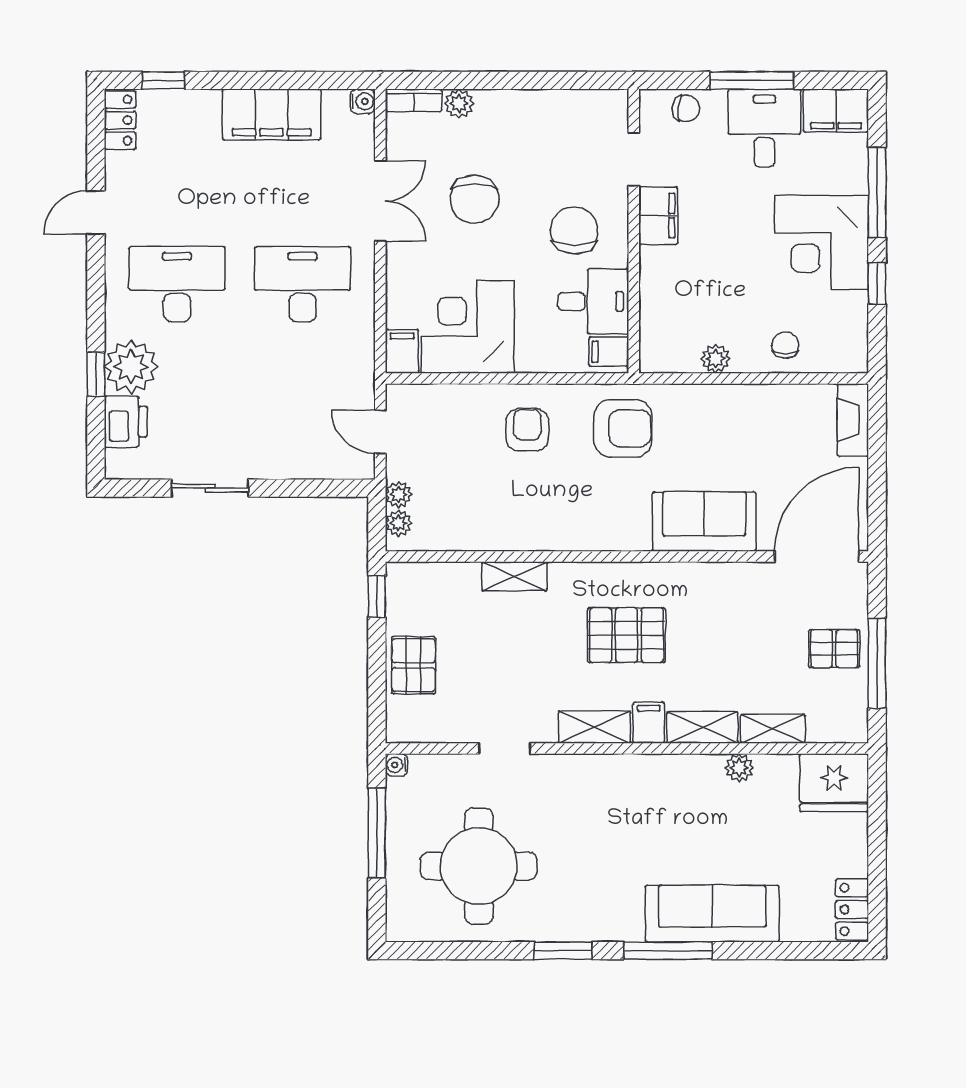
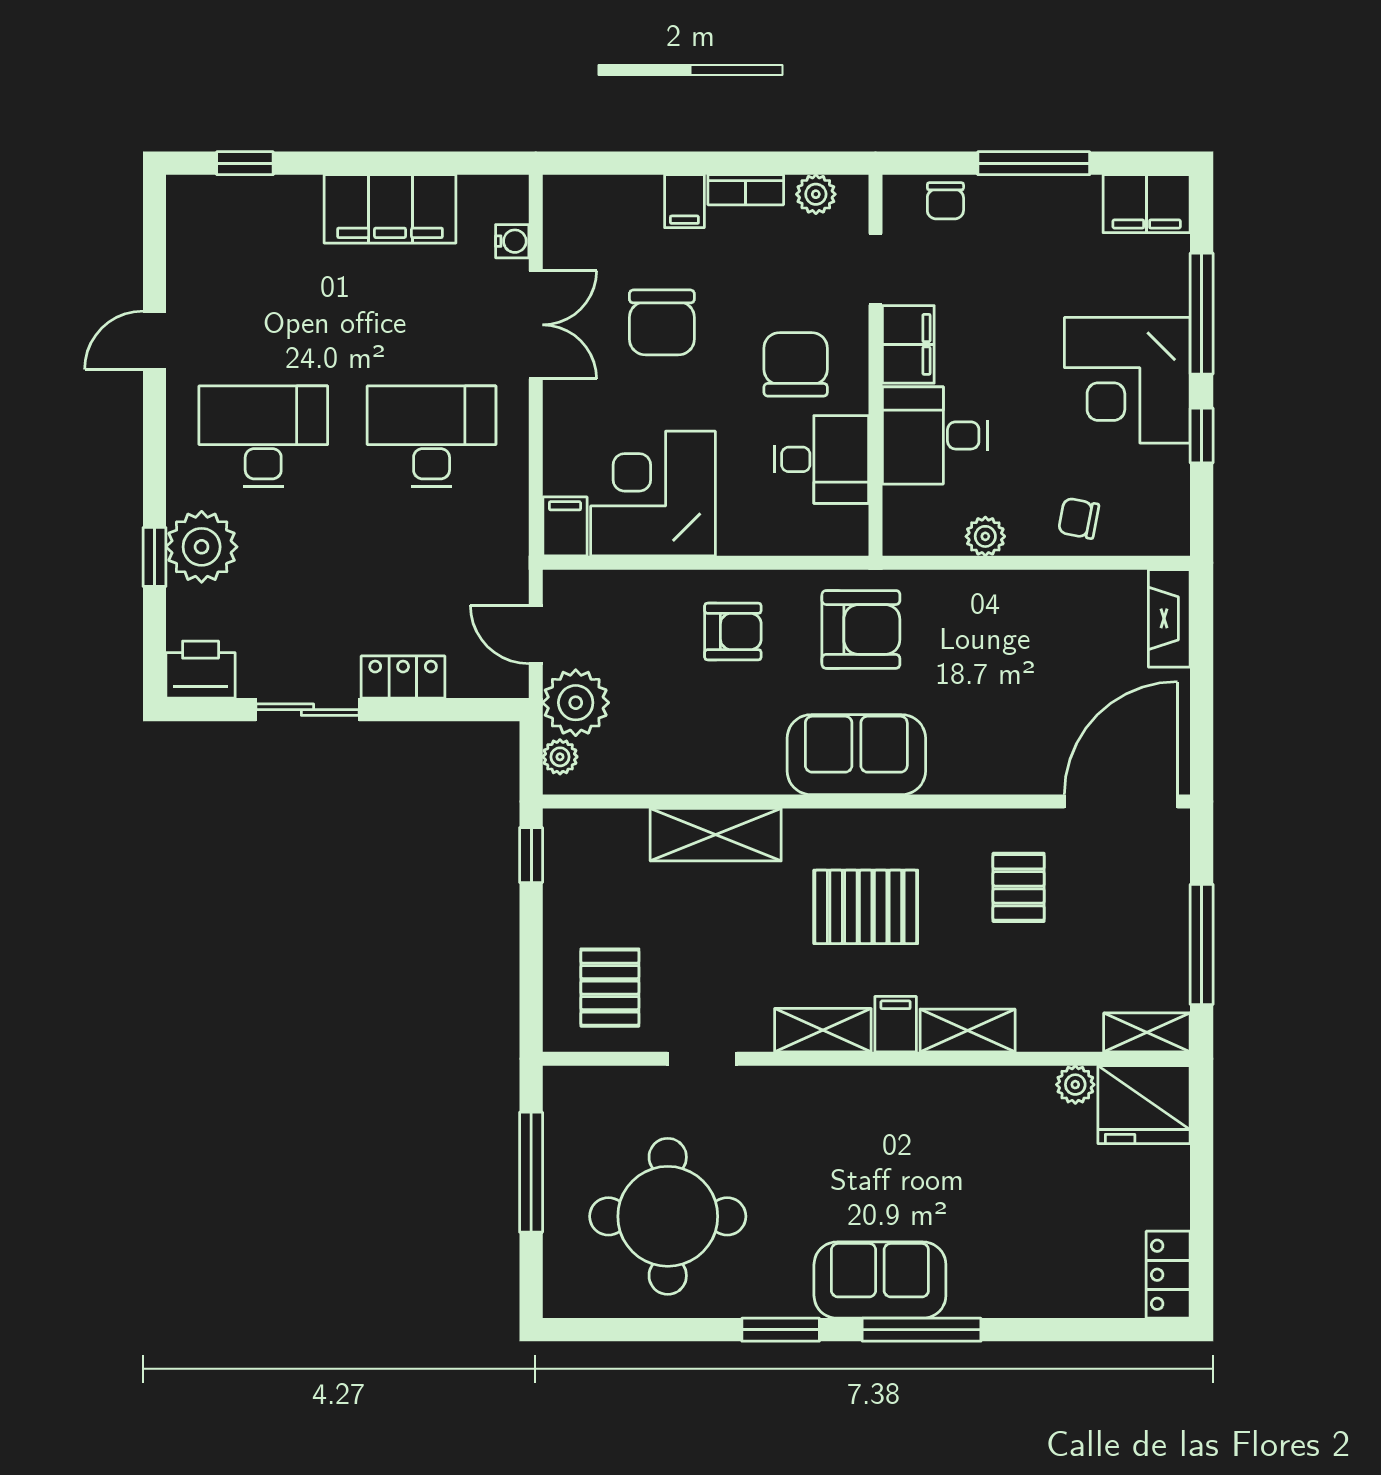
bookcase: (414, 100) -> (746, 190), moved
water cooler: (363, 101) -> (512, 241), moved
plant: (459, 104) -> (816, 194), moved
chair: (686, 108) -> (945, 201), turned 85
locker: (120, 120) -> (403, 677), moved, turned -90
desk: (764, 128) -> (935, 435), moved, turned -90
chair: (785, 345) -> (1079, 518), turned -79
filing cabinet: (609, 352) -> (684, 201), moved, turned -90
printer: (126, 422) -> (201, 670), moved, turned -90
armchair: (527, 430) -> (733, 631), turned 90
plant: (399, 494) -> (576, 703), width x1.88, depth x1.88
sofa: (704, 522) -> (856, 755), moved
shelving: (515, 576) -> (716, 835), width x1.50, depth x1.33
pallet: (834, 649) -> (1019, 887), moved, turned 90
pallet: (414, 665) -> (610, 988), moved
shelving: (773, 729) -> (1147, 1032), moved
water cooler: (397, 765) -> (558, 1081), removed
plant: (739, 768) -> (1075, 1085), moved
sofa: (712, 914) -> (880, 1280), moved, width x0.73

